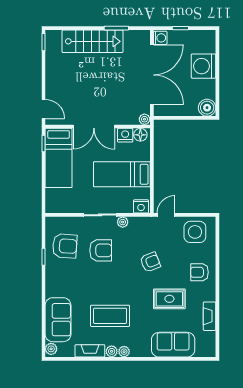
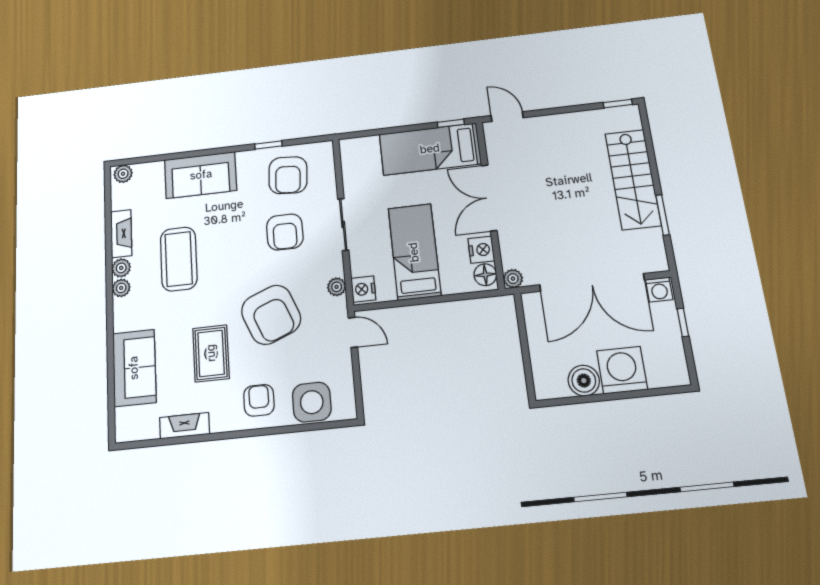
boiler: (207, 108) -> (584, 381), moved
door: (43, 109) -> (507, 117), swing flipped
plant: (123, 222) -> (337, 287), moved
side table: (195, 232) -> (312, 402), moved
armchair: (150, 262) -> (271, 315), width x1.88, depth x1.88
sofa: (58, 320) -> (201, 175), moved

